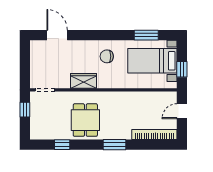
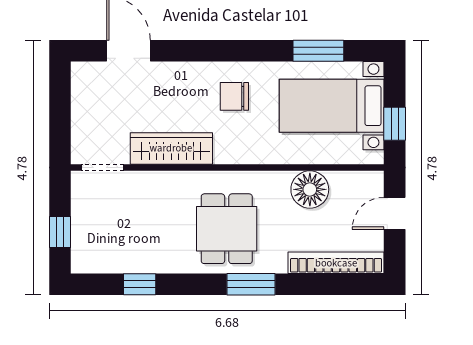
wardrobe: (84, 81) -> (171, 148), width x1.50
floor lamp: (142, 100) -> (310, 189), added
window: (25, 110) -> (60, 232), moved
dining table: (85, 120) -> (227, 229), moved

